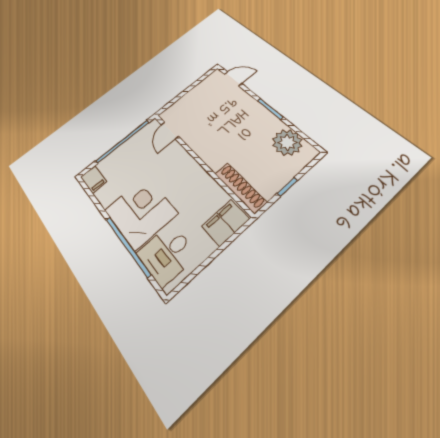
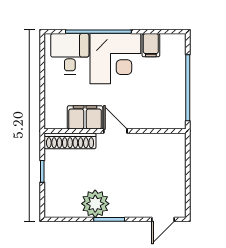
door: (170, 131) -> (115, 131), moved
plant: (287, 142) -> (95, 204), moved
filing cabinet: (94, 179) -> (151, 45), moved, turned -90
filing cabinet: (226, 223) -> (85, 117), moved, turned -90

